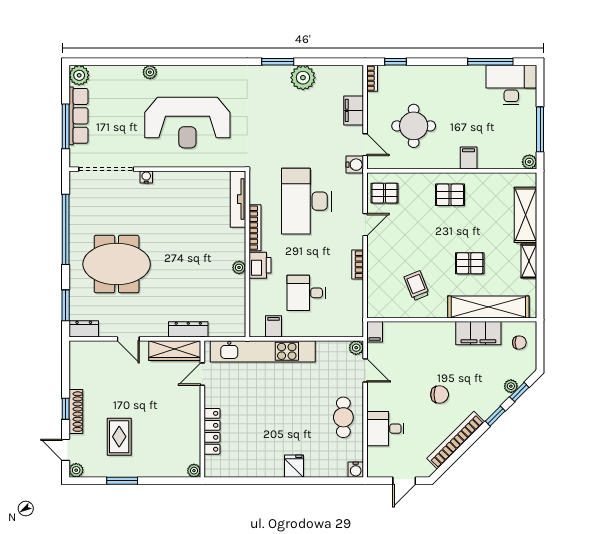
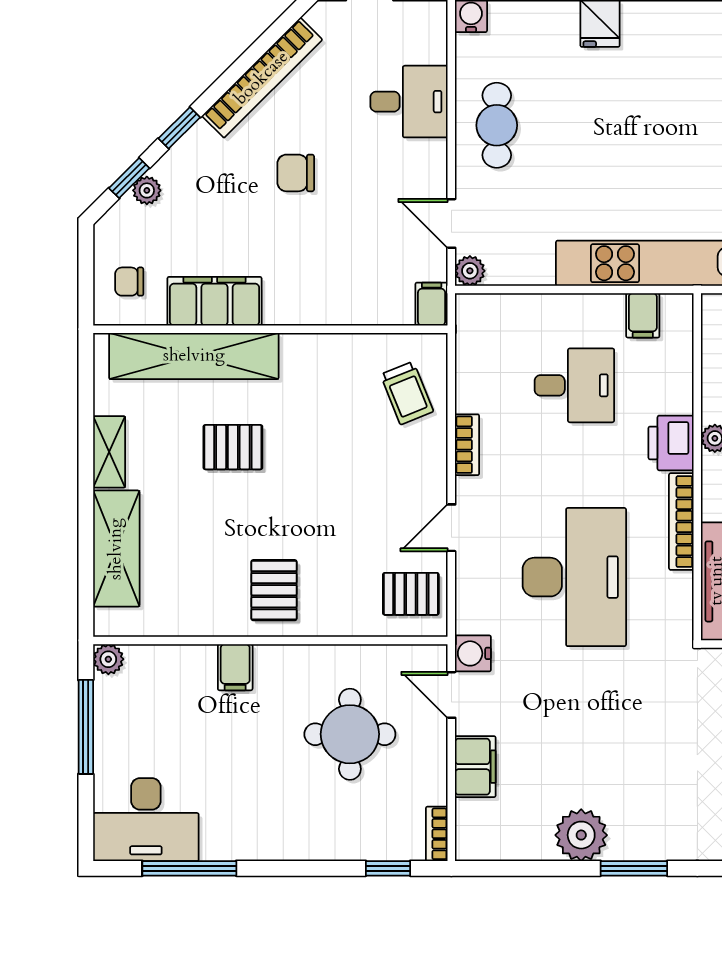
pallet: (450, 195) -> (274, 590), turned 90
trolley: (417, 286) -> (407, 393), moved

